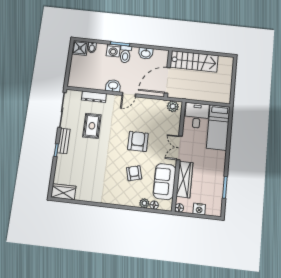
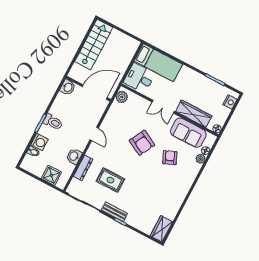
shower: (80, 48) -> (51, 175), moved
washing machine: (113, 50) -> (39, 142), moved
washbasin: (146, 53) -> (68, 87), moved
stairs: (194, 61) -> (94, 44), moved
door: (167, 80) -> (95, 92), swing flipped
washbasin: (113, 86) -> (74, 156), moved
armchair: (138, 141) -> (142, 143), turned -152
armchair: (134, 173) -> (170, 158), turned 82
nightstand: (199, 209) -> (230, 102), moved

